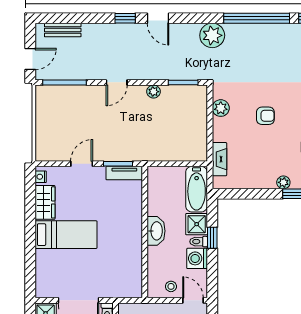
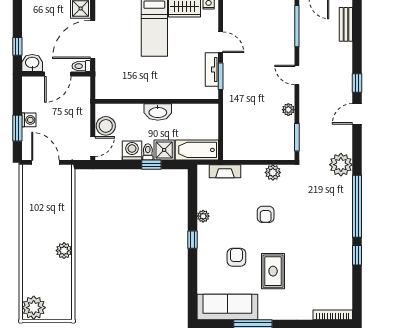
tv unit: (124, 173) -> (212, 70), moved
plant: (283, 182) -> (203, 216), moved
stool: (171, 286) -> (106, 126), width x1.89, depth x1.89

